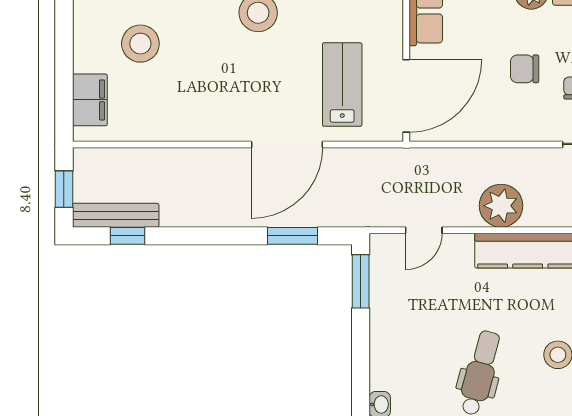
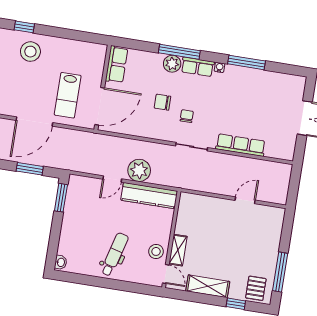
lab bench: (342, 85) -> (68, 95), turned 180
door: (424, 230) -> (112, 179), moved

